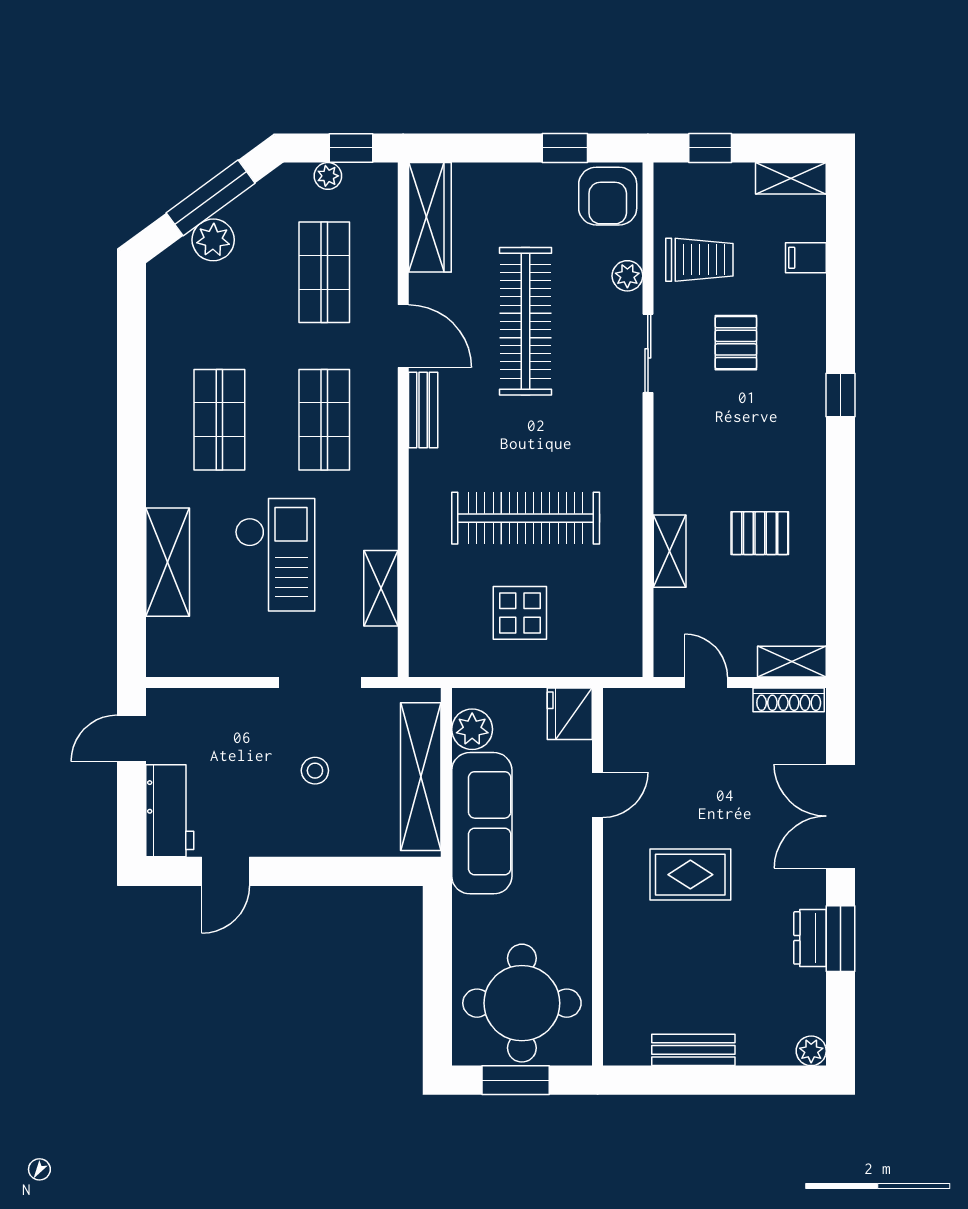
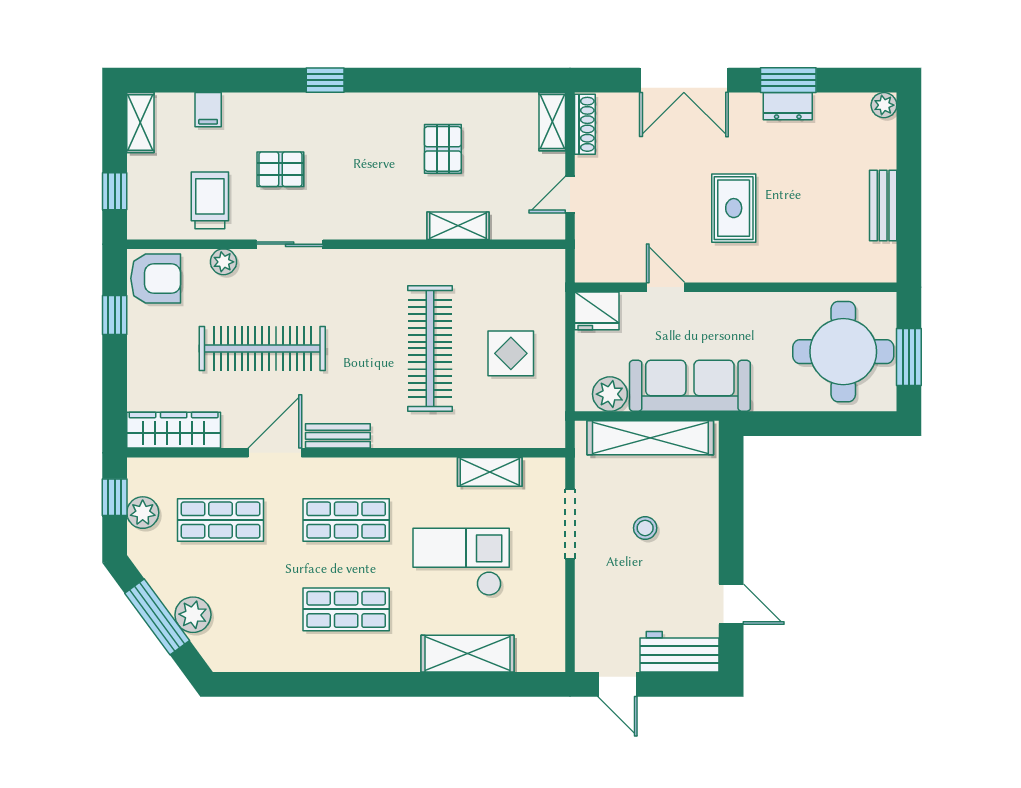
plant: (328, 176) -> (143, 513), width x1.38, depth x1.38

